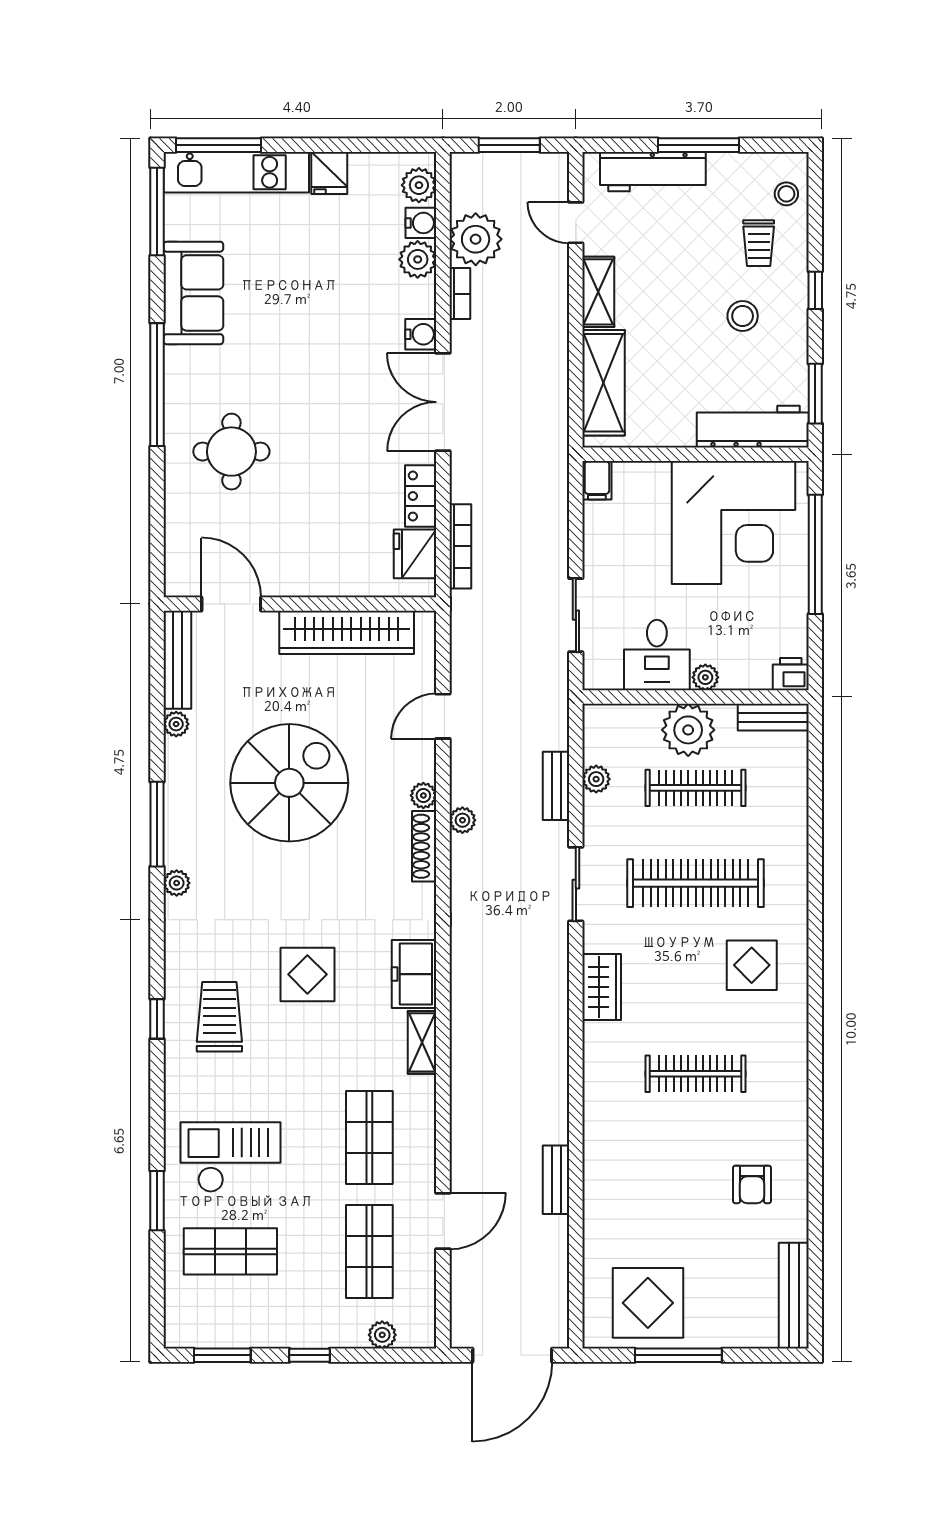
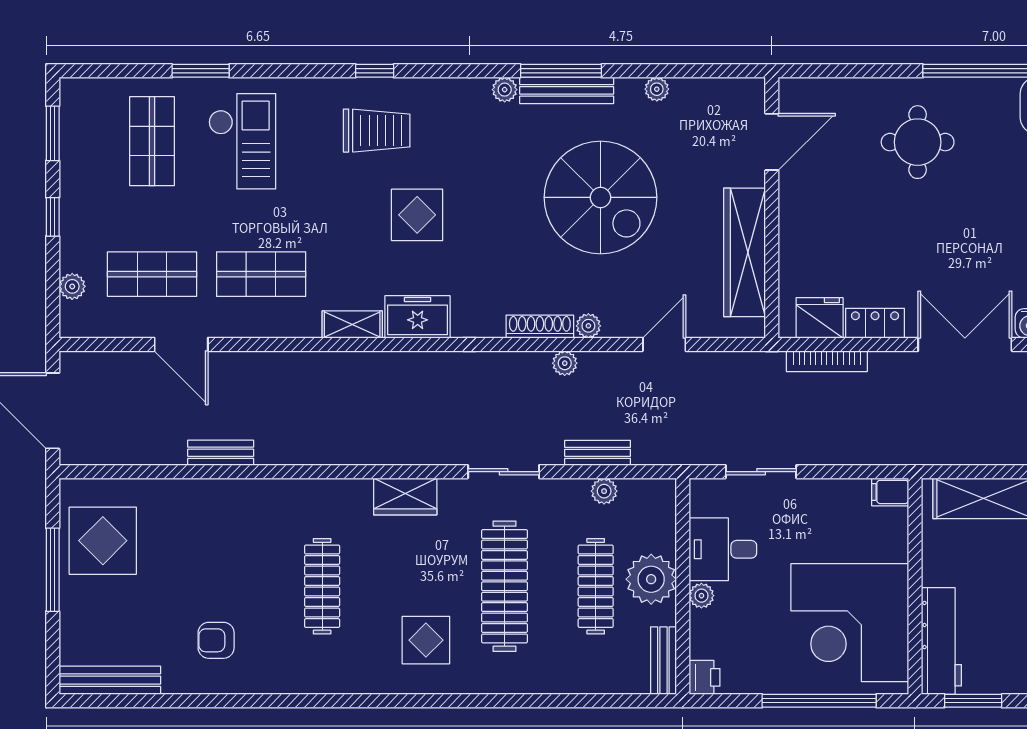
bench: (177, 660) -> (567, 90), moved
door: (443, 716) -> (664, 344), hinge flipped

